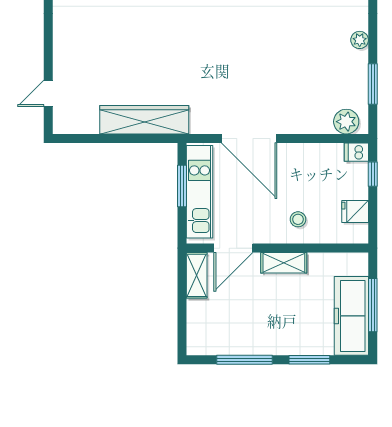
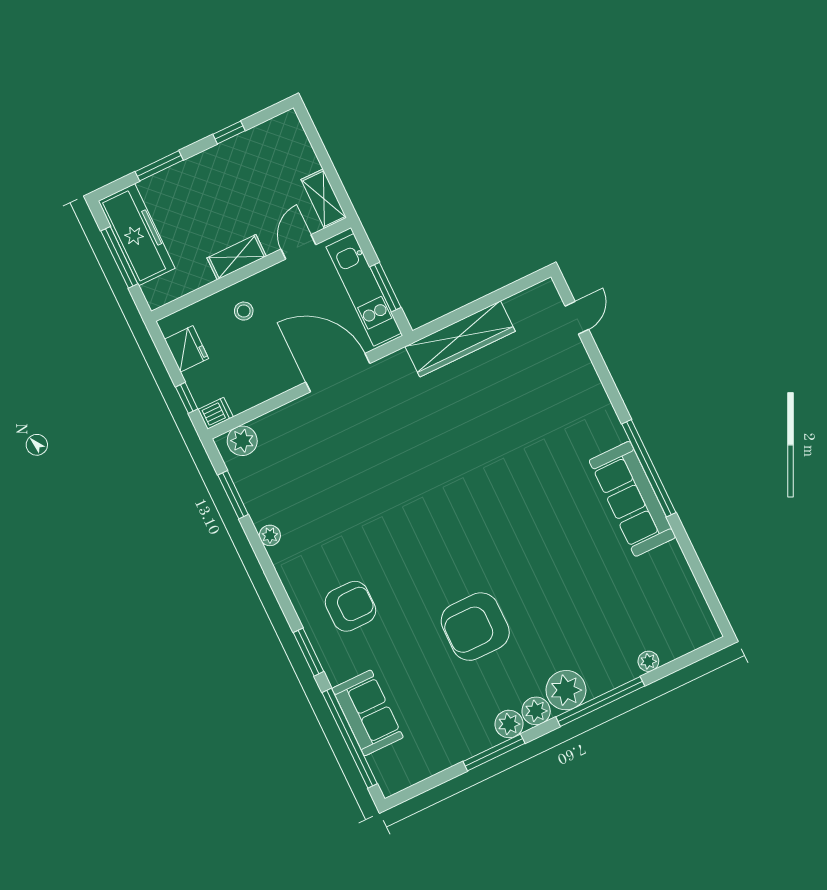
fridge: (355, 211) -> (186, 349), width x1.38
door: (233, 248) -> (298, 247), width x0.73
window: (244, 360) -> (229, 132), width x0.46

